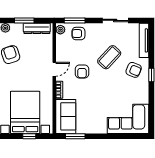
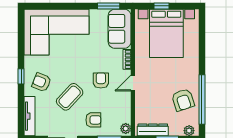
armchair: (78, 34) -> (93, 120), moved
corner sofa: (128, 119) -> (57, 32), width x1.36, depth x1.36

